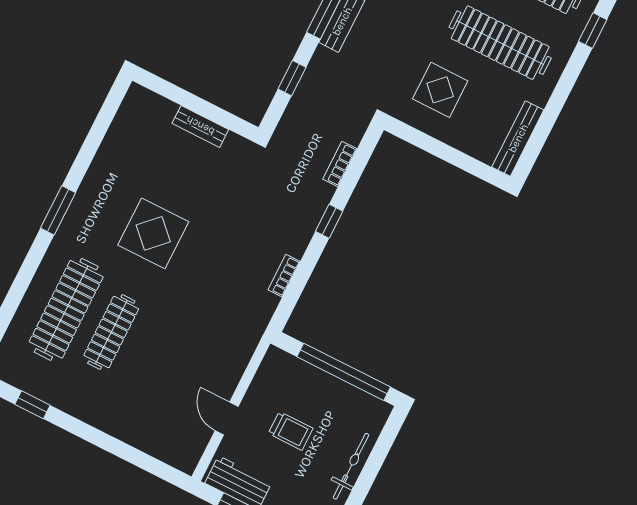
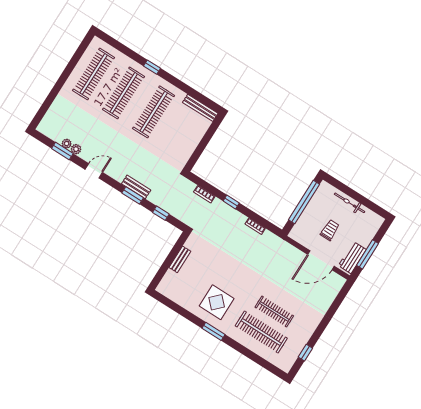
display table: (440, 90) -> (173, 143), removed
display table: (153, 233) -> (217, 302), moved
door: (227, 419) -> (321, 260), width x1.88

